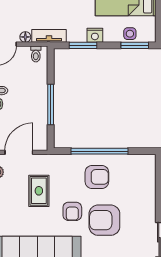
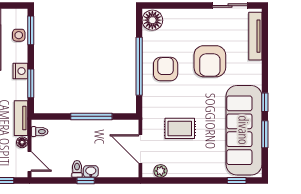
floor lamp: (145, 164) -> (152, 20), added
armchair: (72, 211) -> (201, 94), removed

